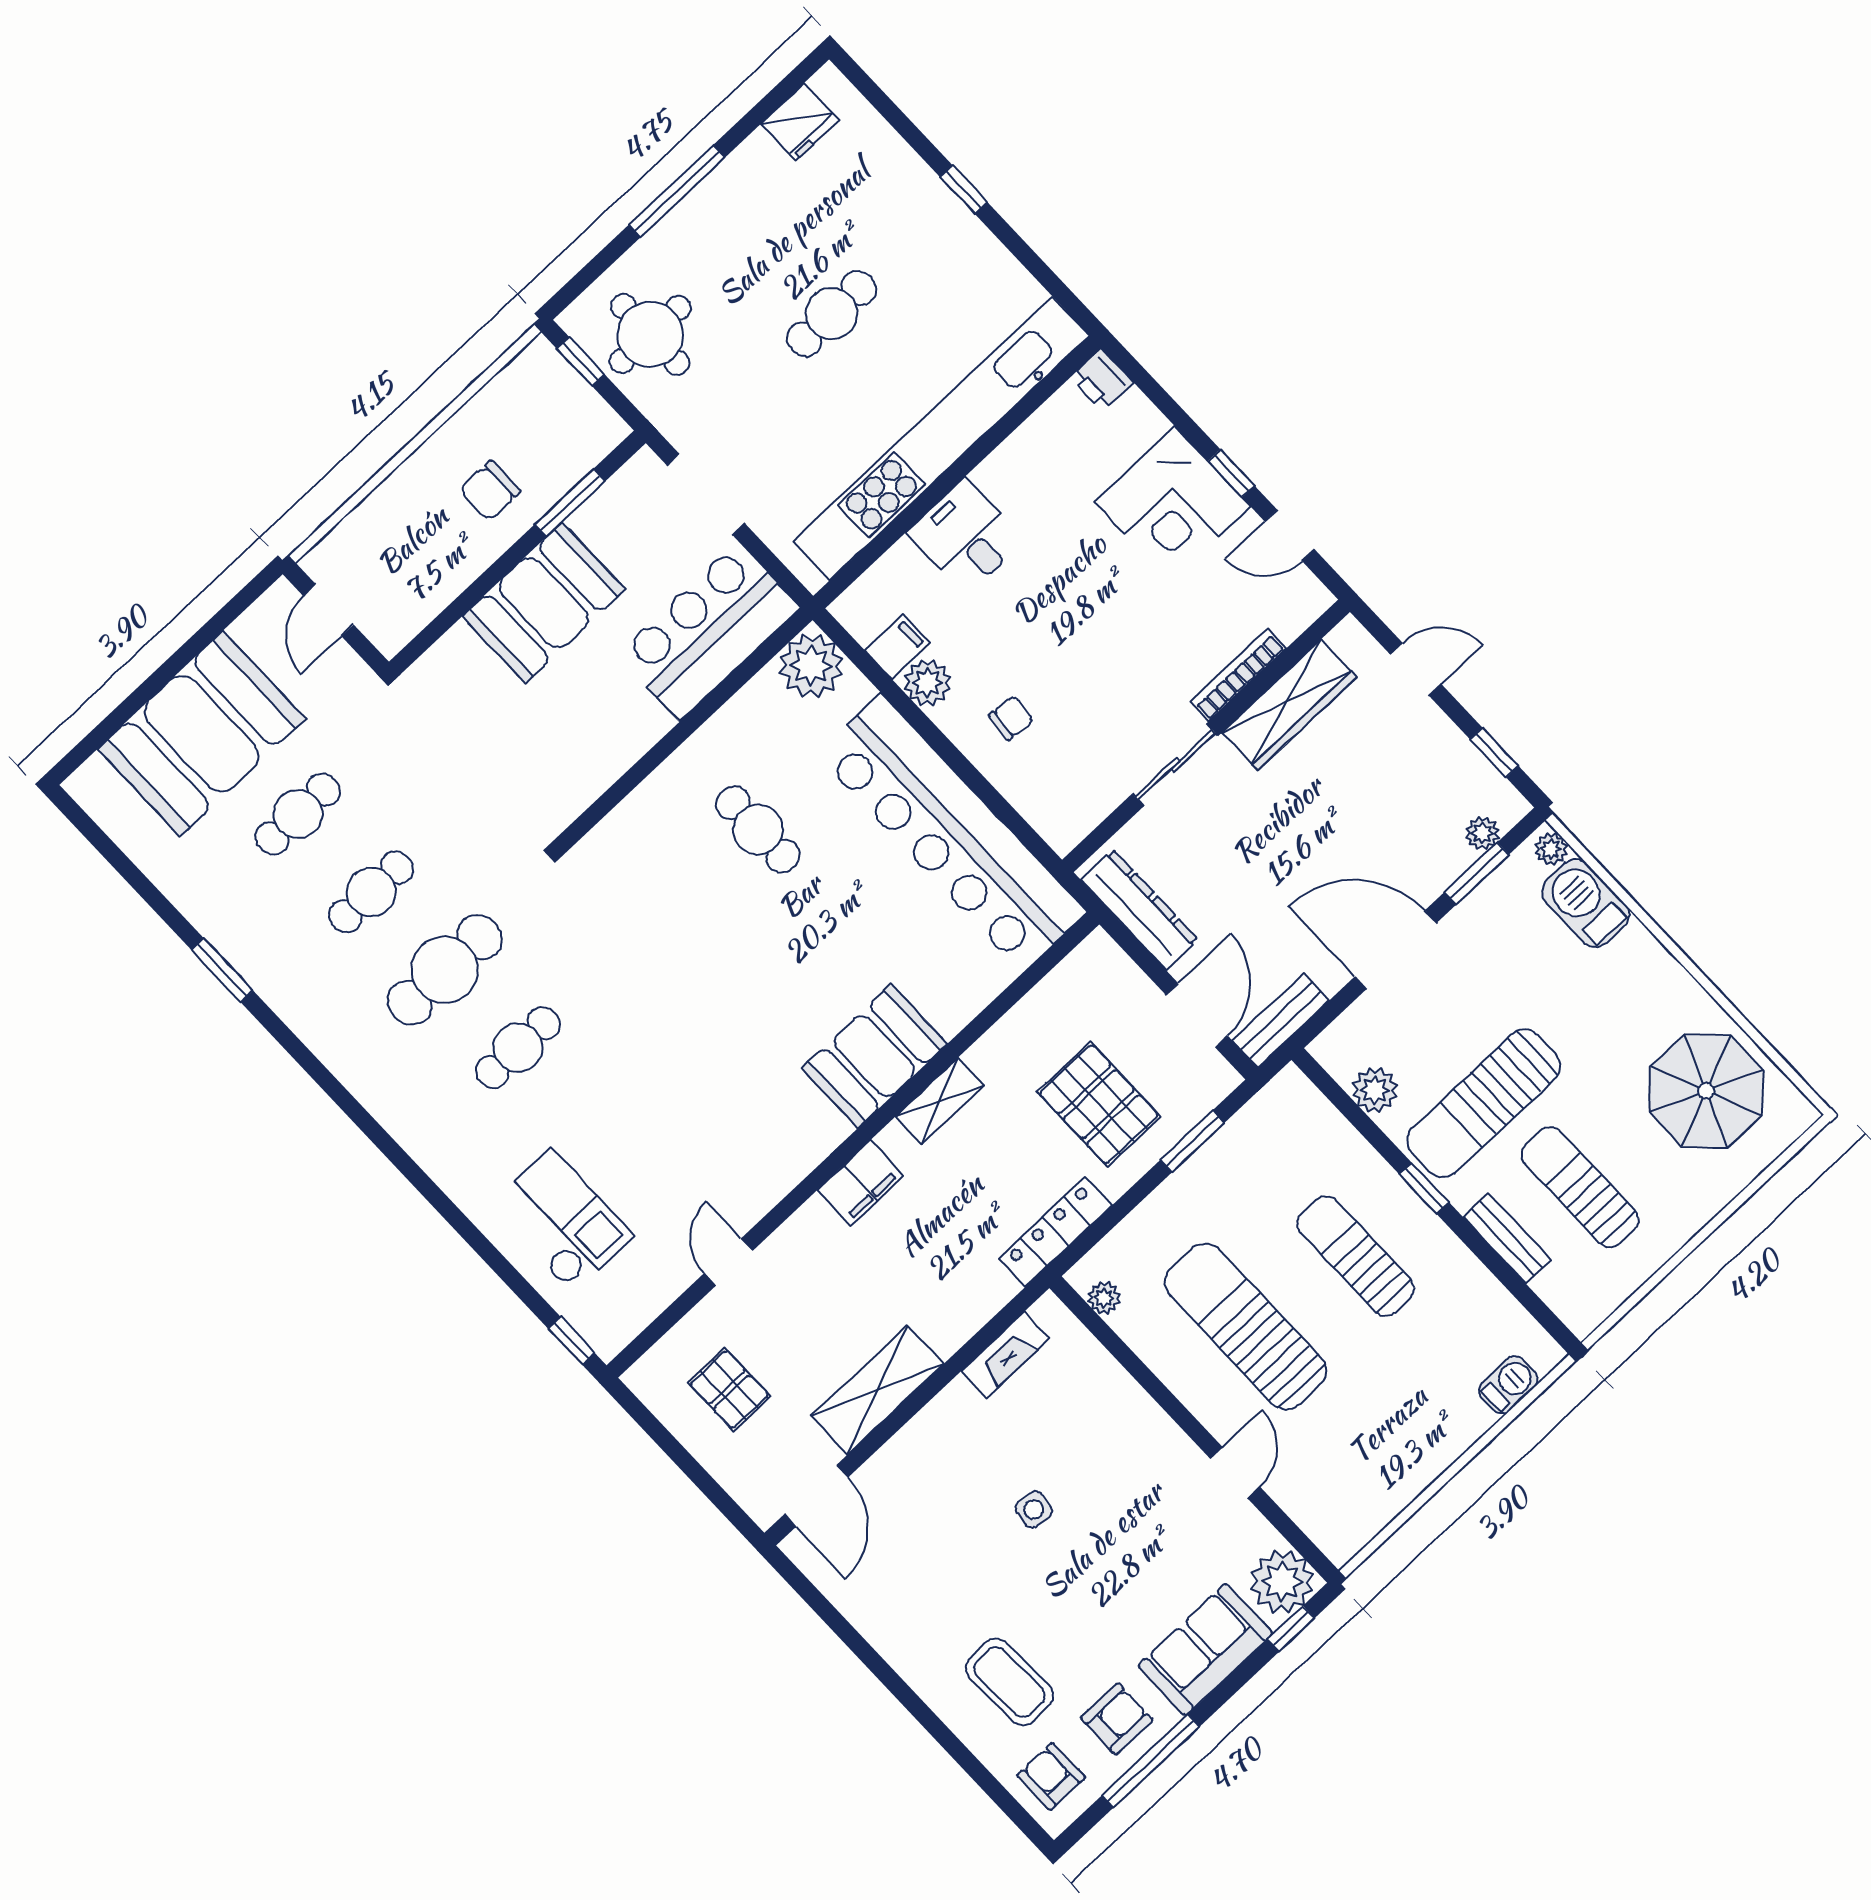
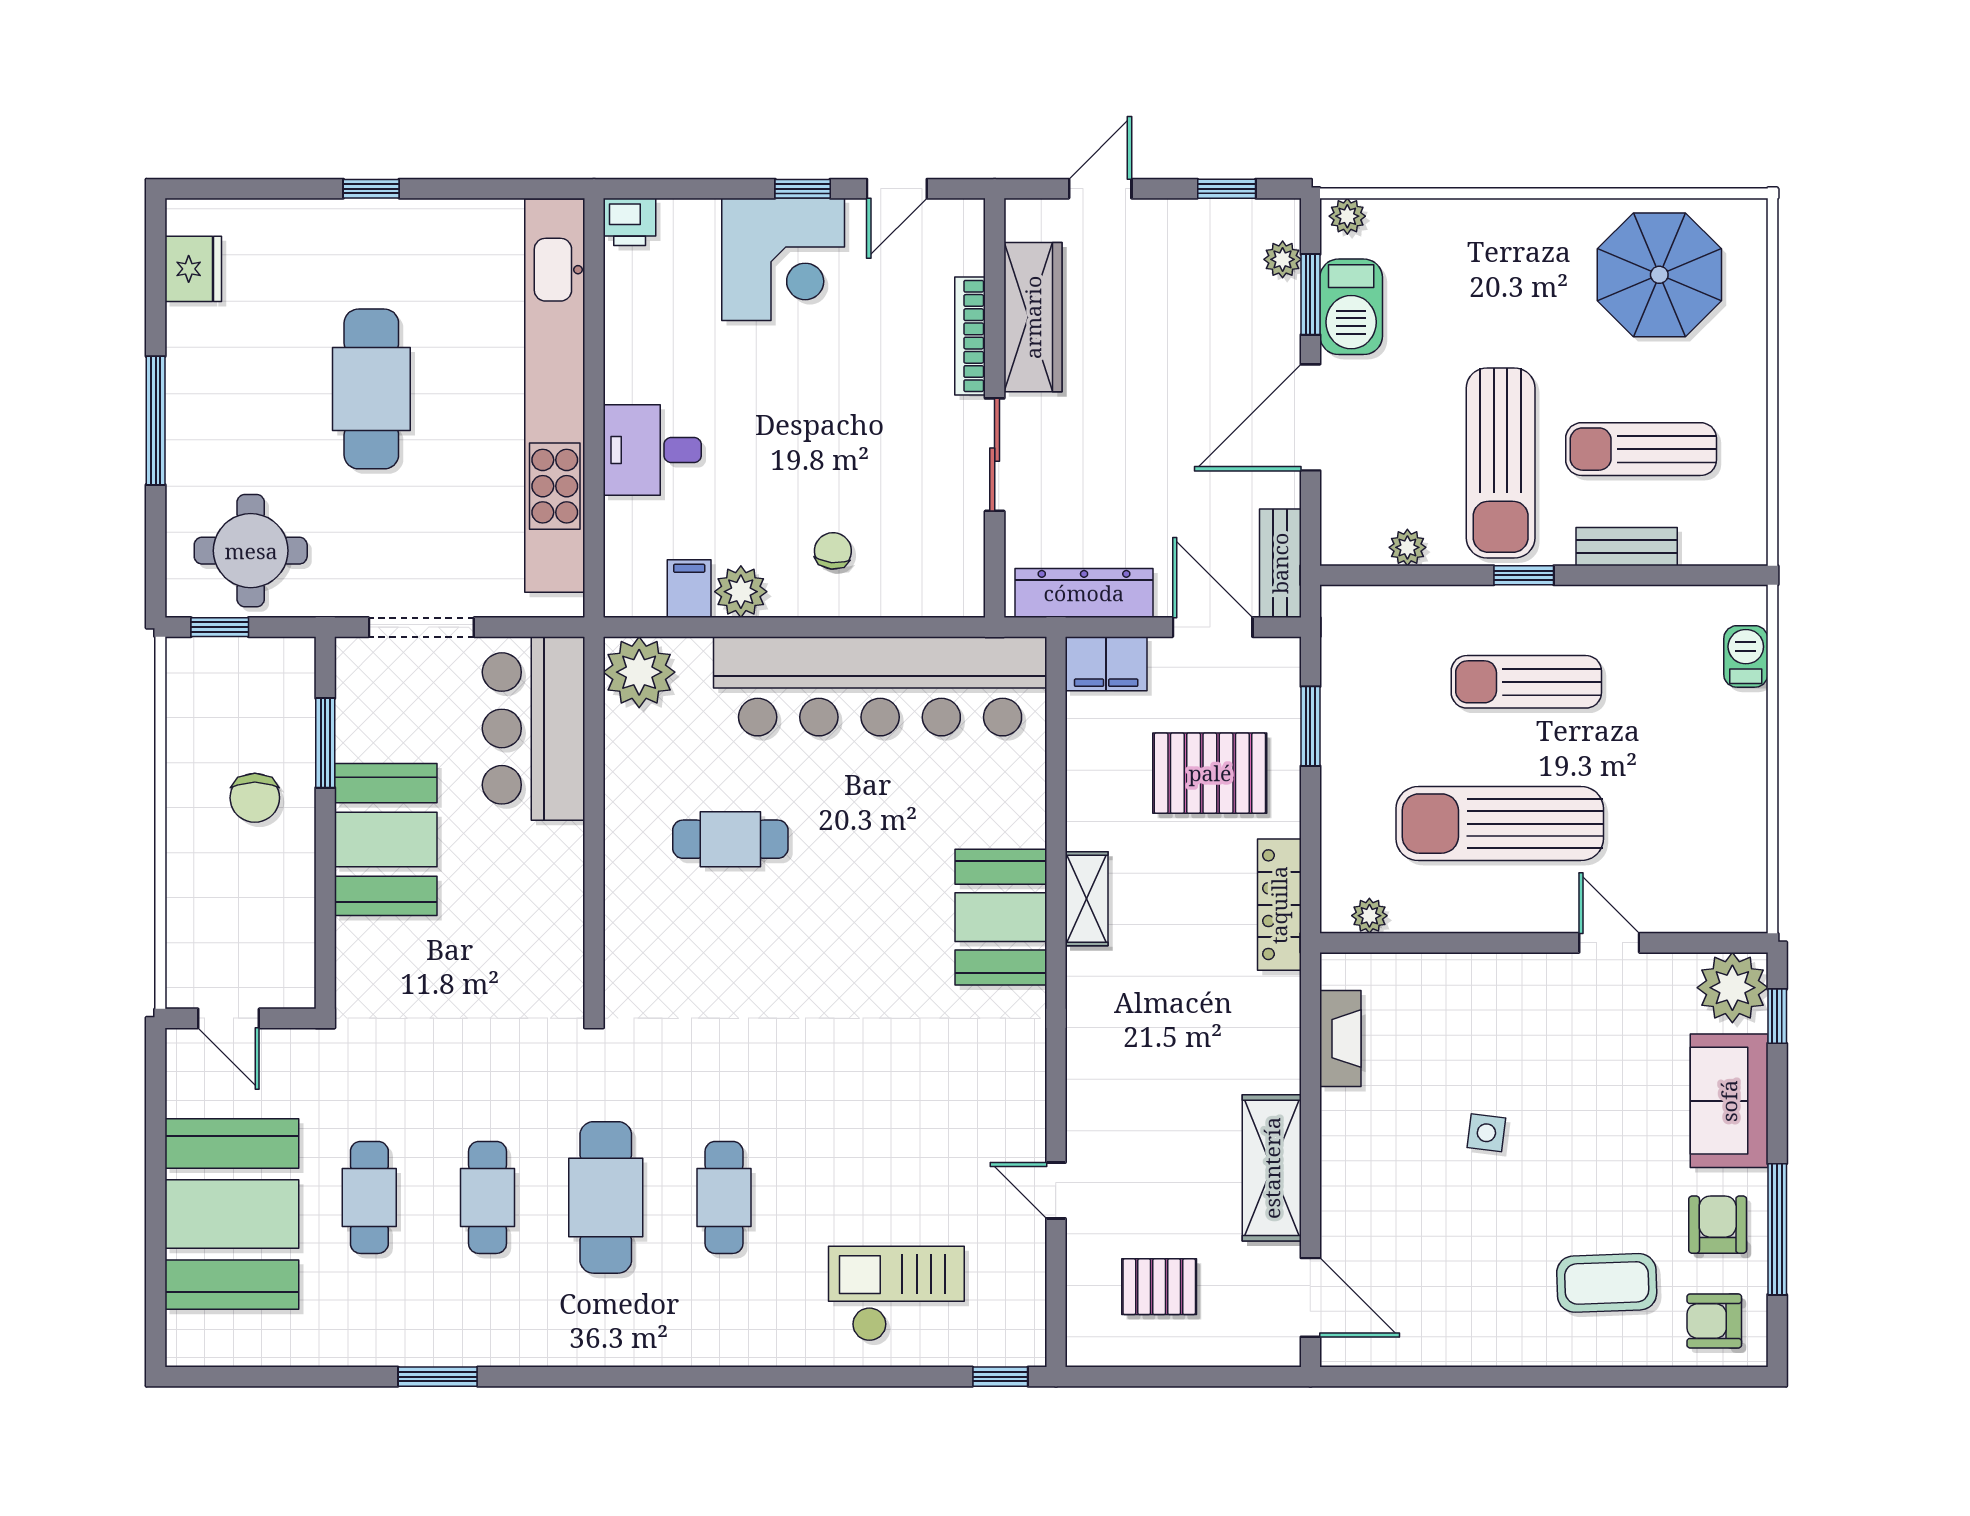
cafe table: (832, 314) -> (371, 389), width x1.37, depth x1.35
barbecue: (1586, 903) -> (1351, 307), moved, turned -90
plant: (1375, 1090) -> (1407, 547), width x0.73, depth x0.73
filing cabinet: (861, 1183) -> (1106, 664), moved, turned 90

